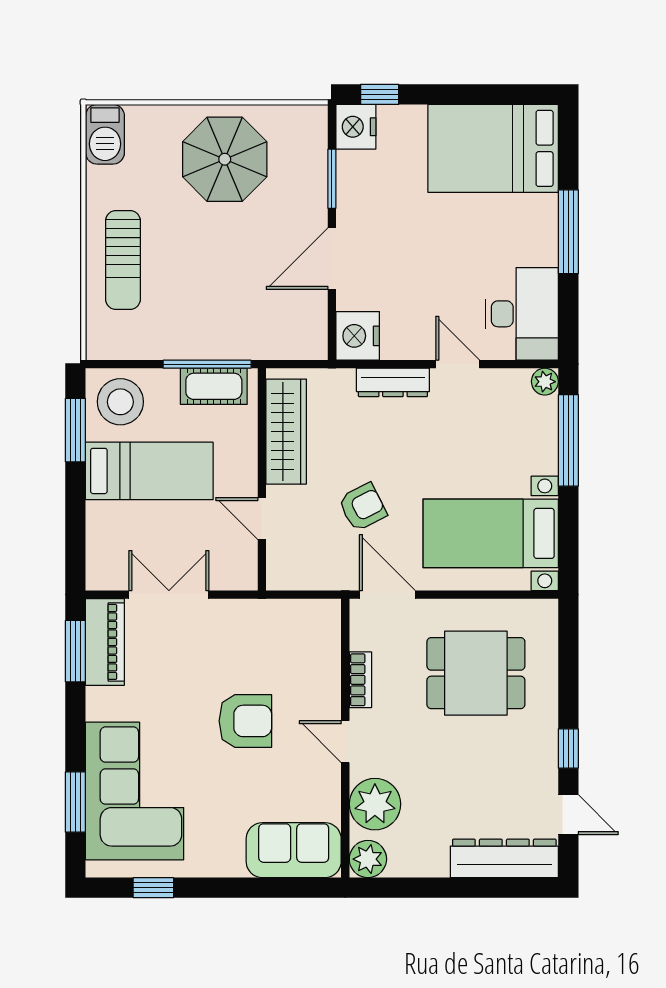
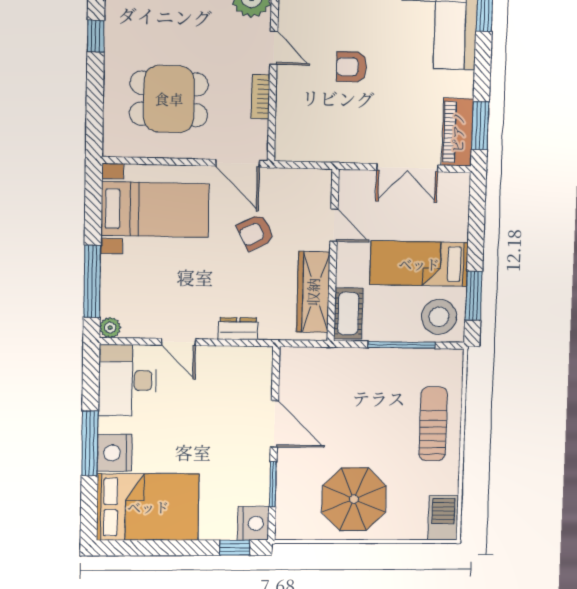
door: (332, 259) -> (274, 424), hinge flipped
nightstand: (358, 336) -> (115, 453), moved, turned 180
window: (207, 364) -> (402, 345), moved
dresser: (393, 382) -> (238, 329), width x0.70
cot: (214, 386) -> (348, 314), moved, turned 90
armchair: (245, 721) -> (351, 67), width x0.72, depth x0.72

